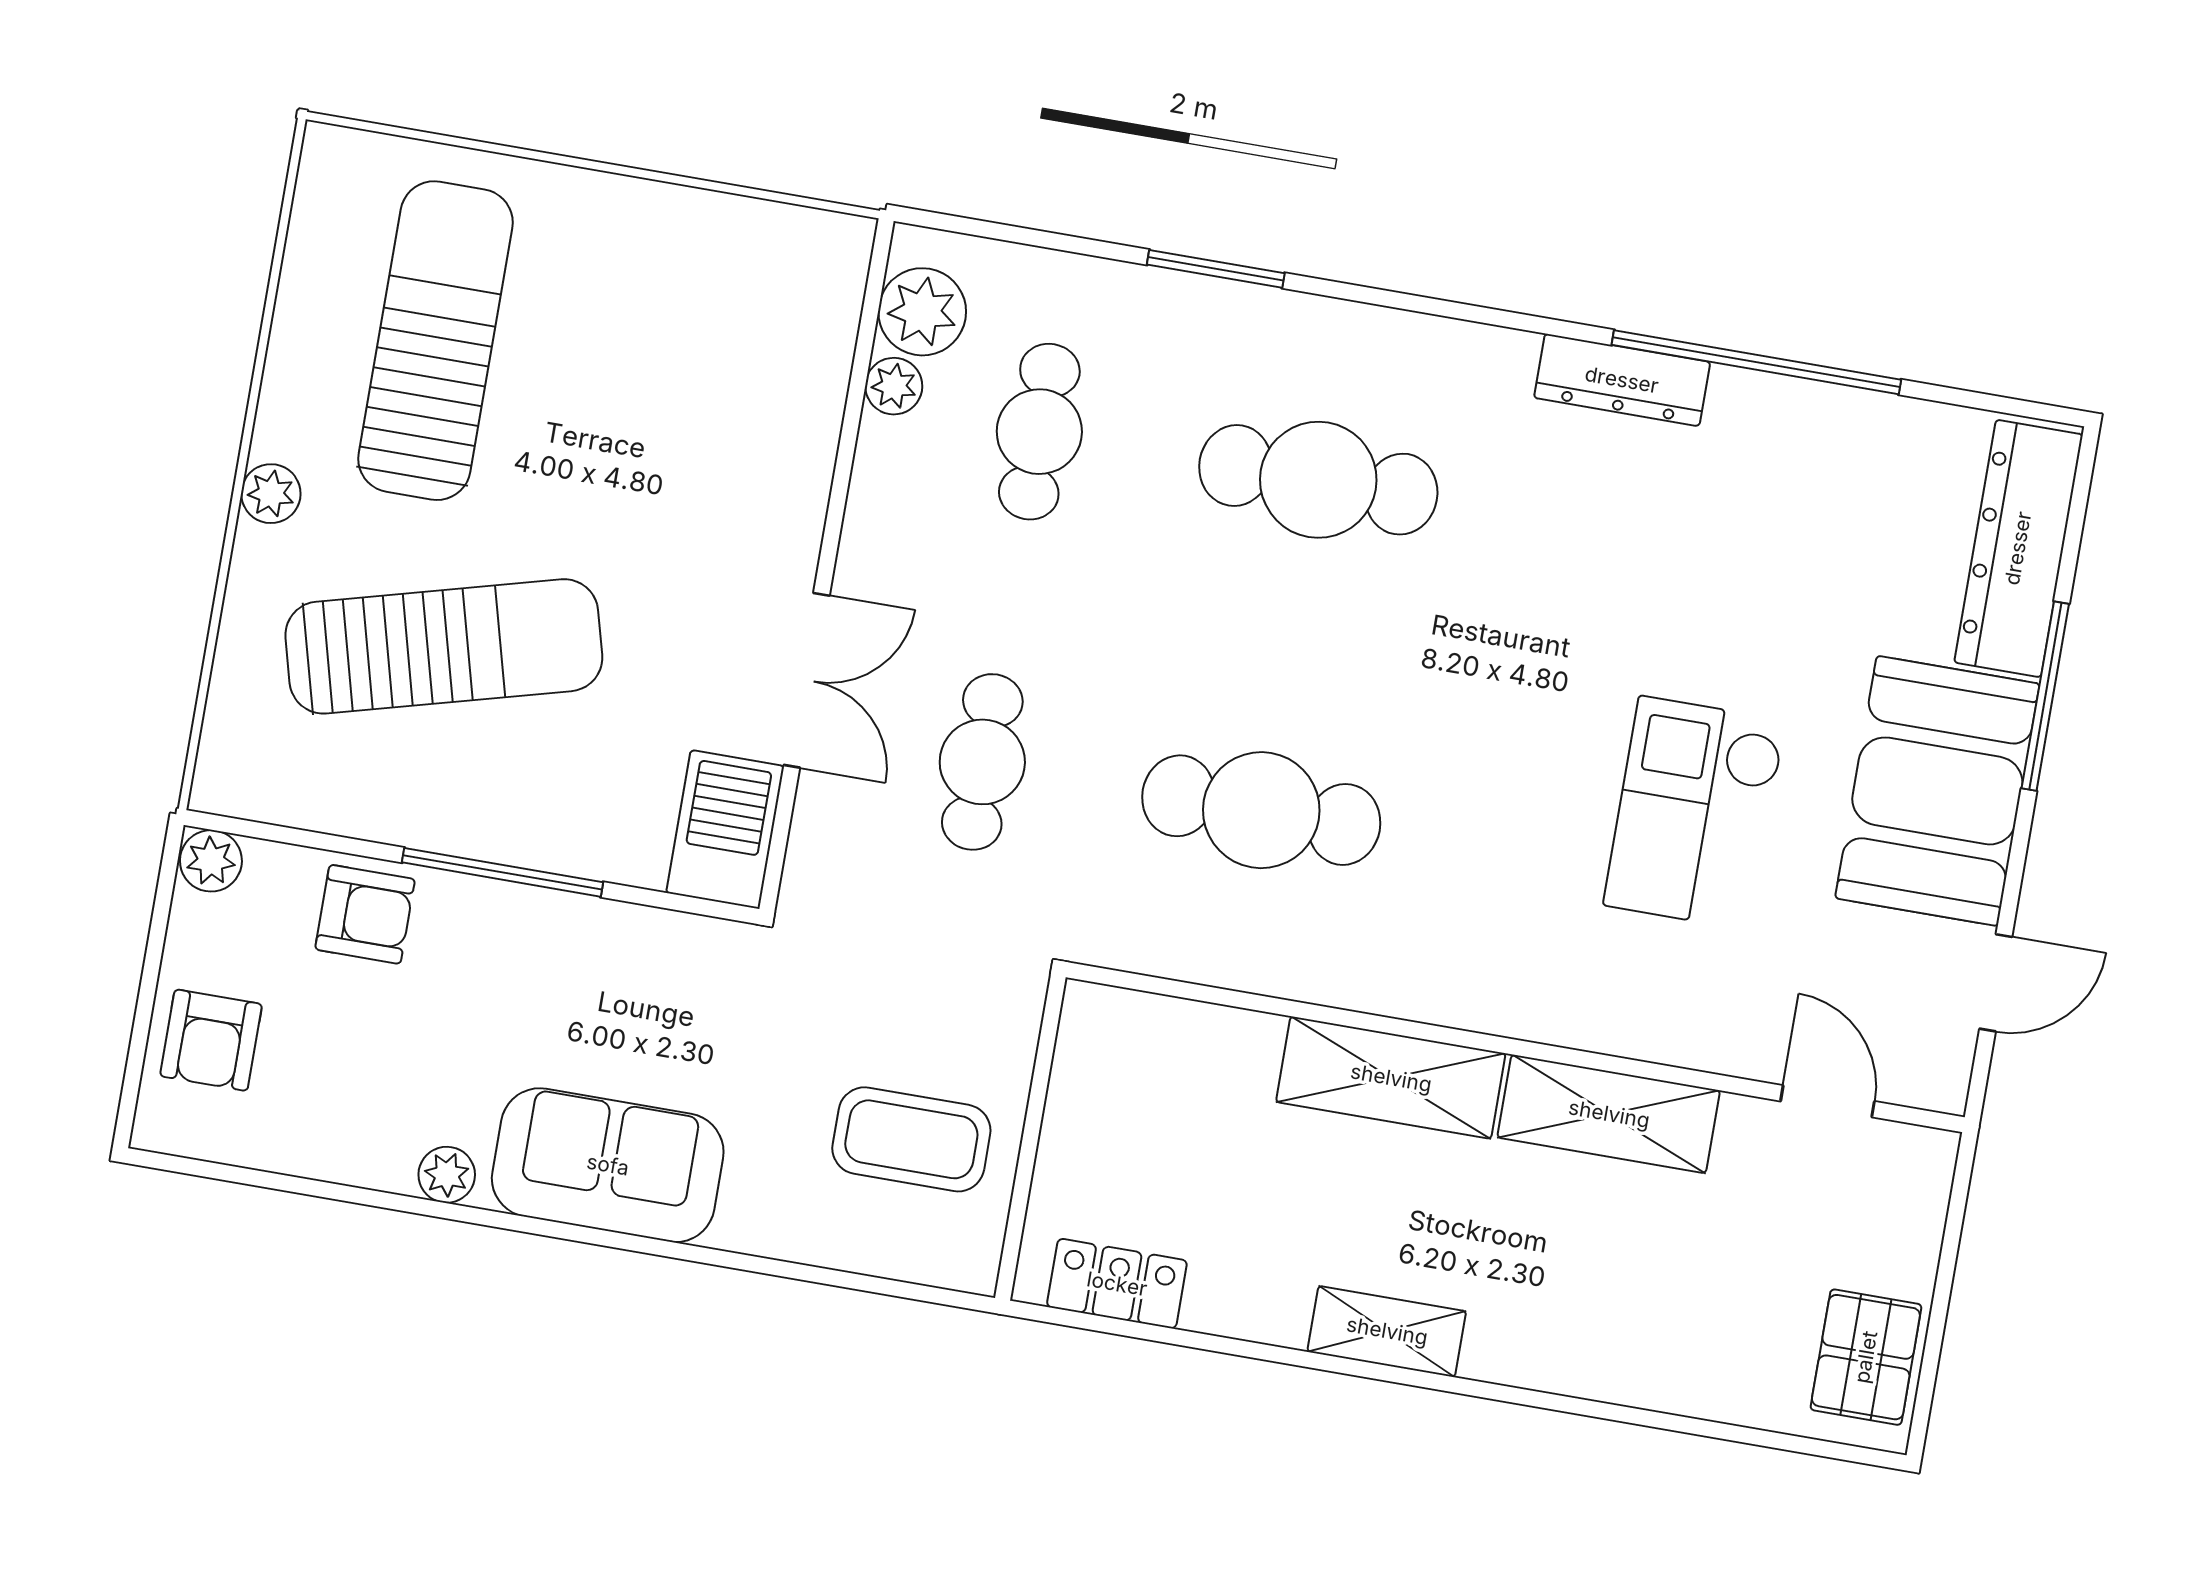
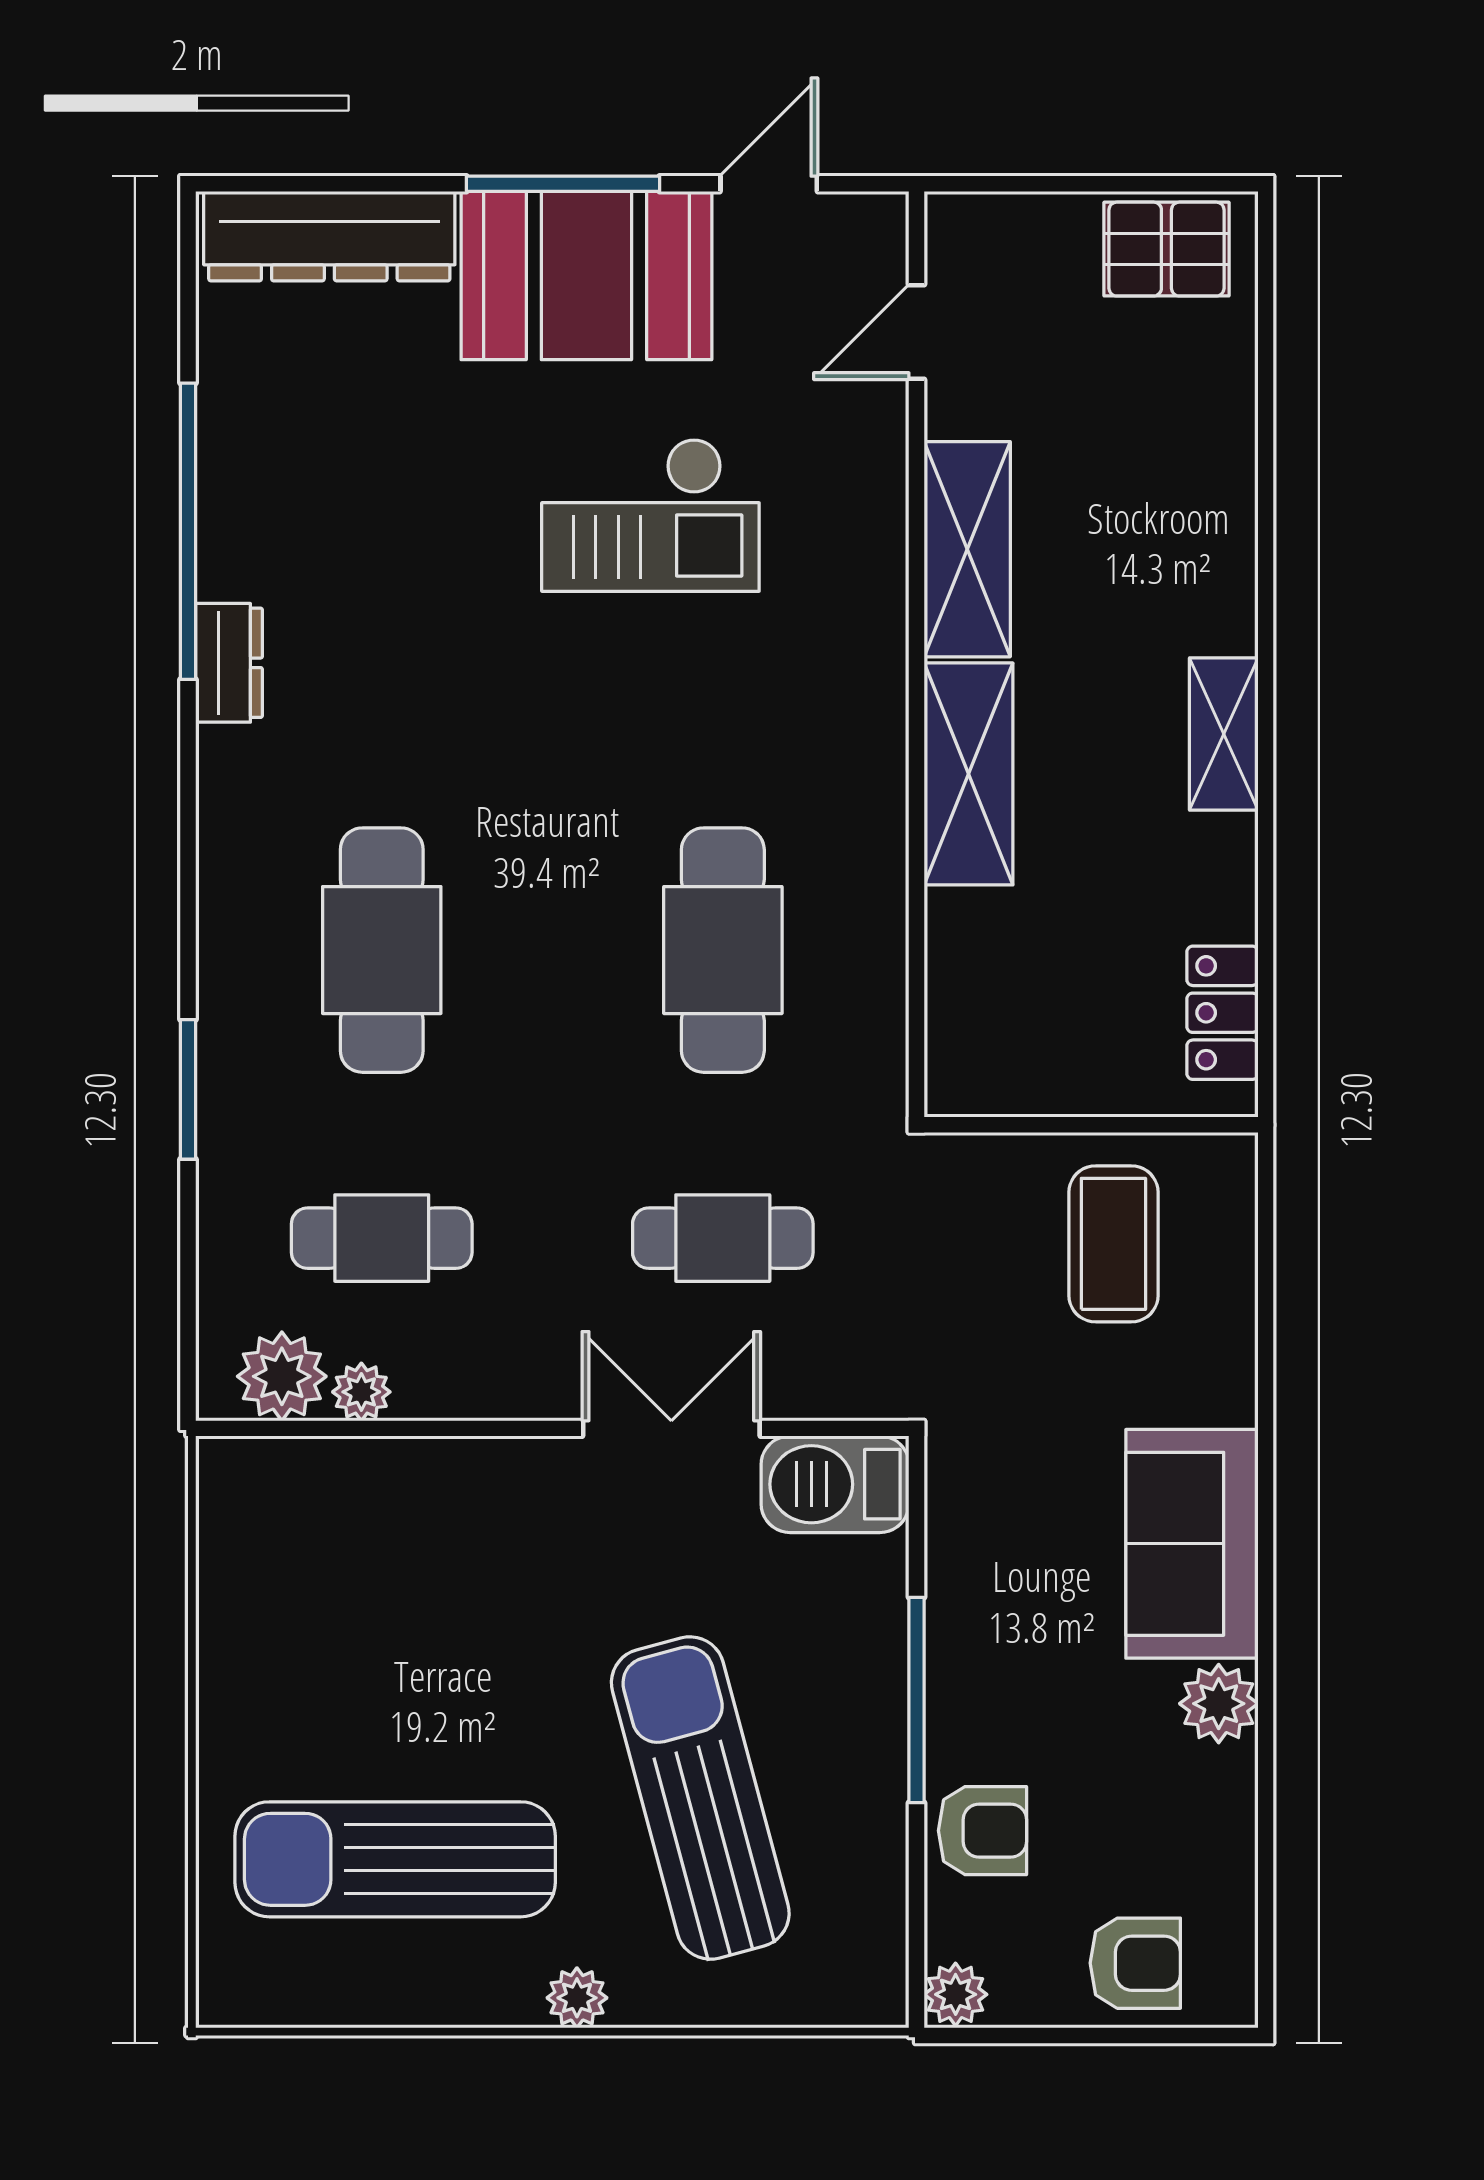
dresser: (1622, 380) -> (229, 663), width x0.70
window: (2045, 696) -> (563, 184), moved
armchair: (365, 914) -> (982, 1831), turned 90
door: (1996, 983) -> (769, 184), hinge flipped
plant: (447, 1175) -> (1219, 1704), width x1.38, depth x1.38

